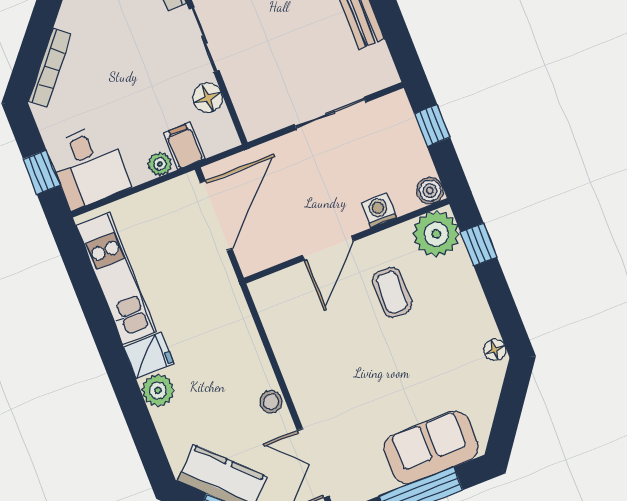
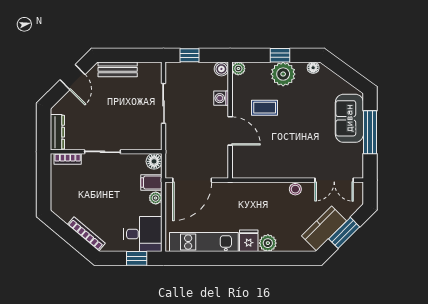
floor lamp: (208, 98) -> (154, 161), moved
door: (216, 216) -> (192, 180), swing flipped
plant: (436, 234) -> (238, 69), width x0.53, depth x0.53
window: (479, 245) -> (280, 55), moved
plant: (463, 302) -> (283, 74), added

